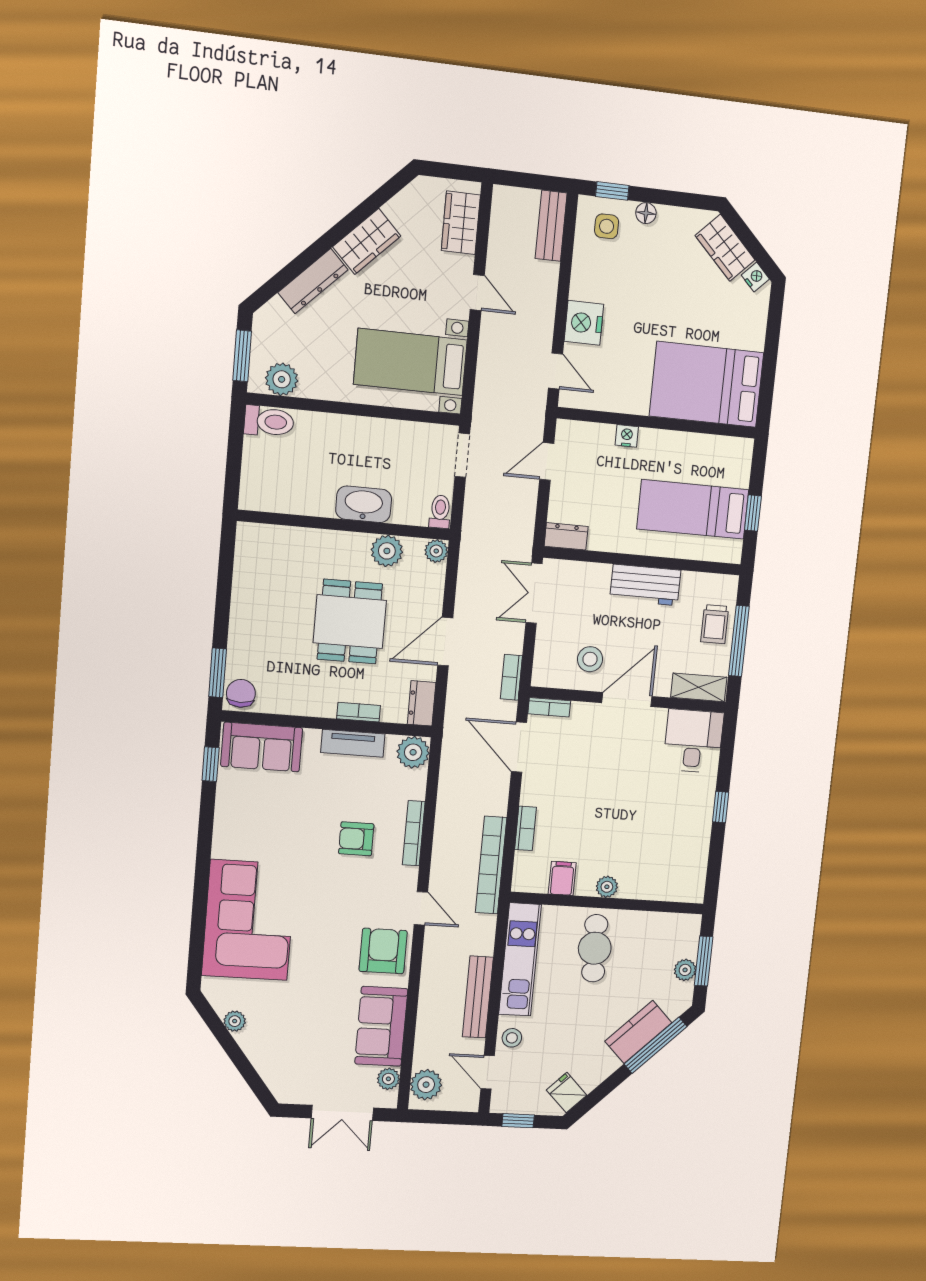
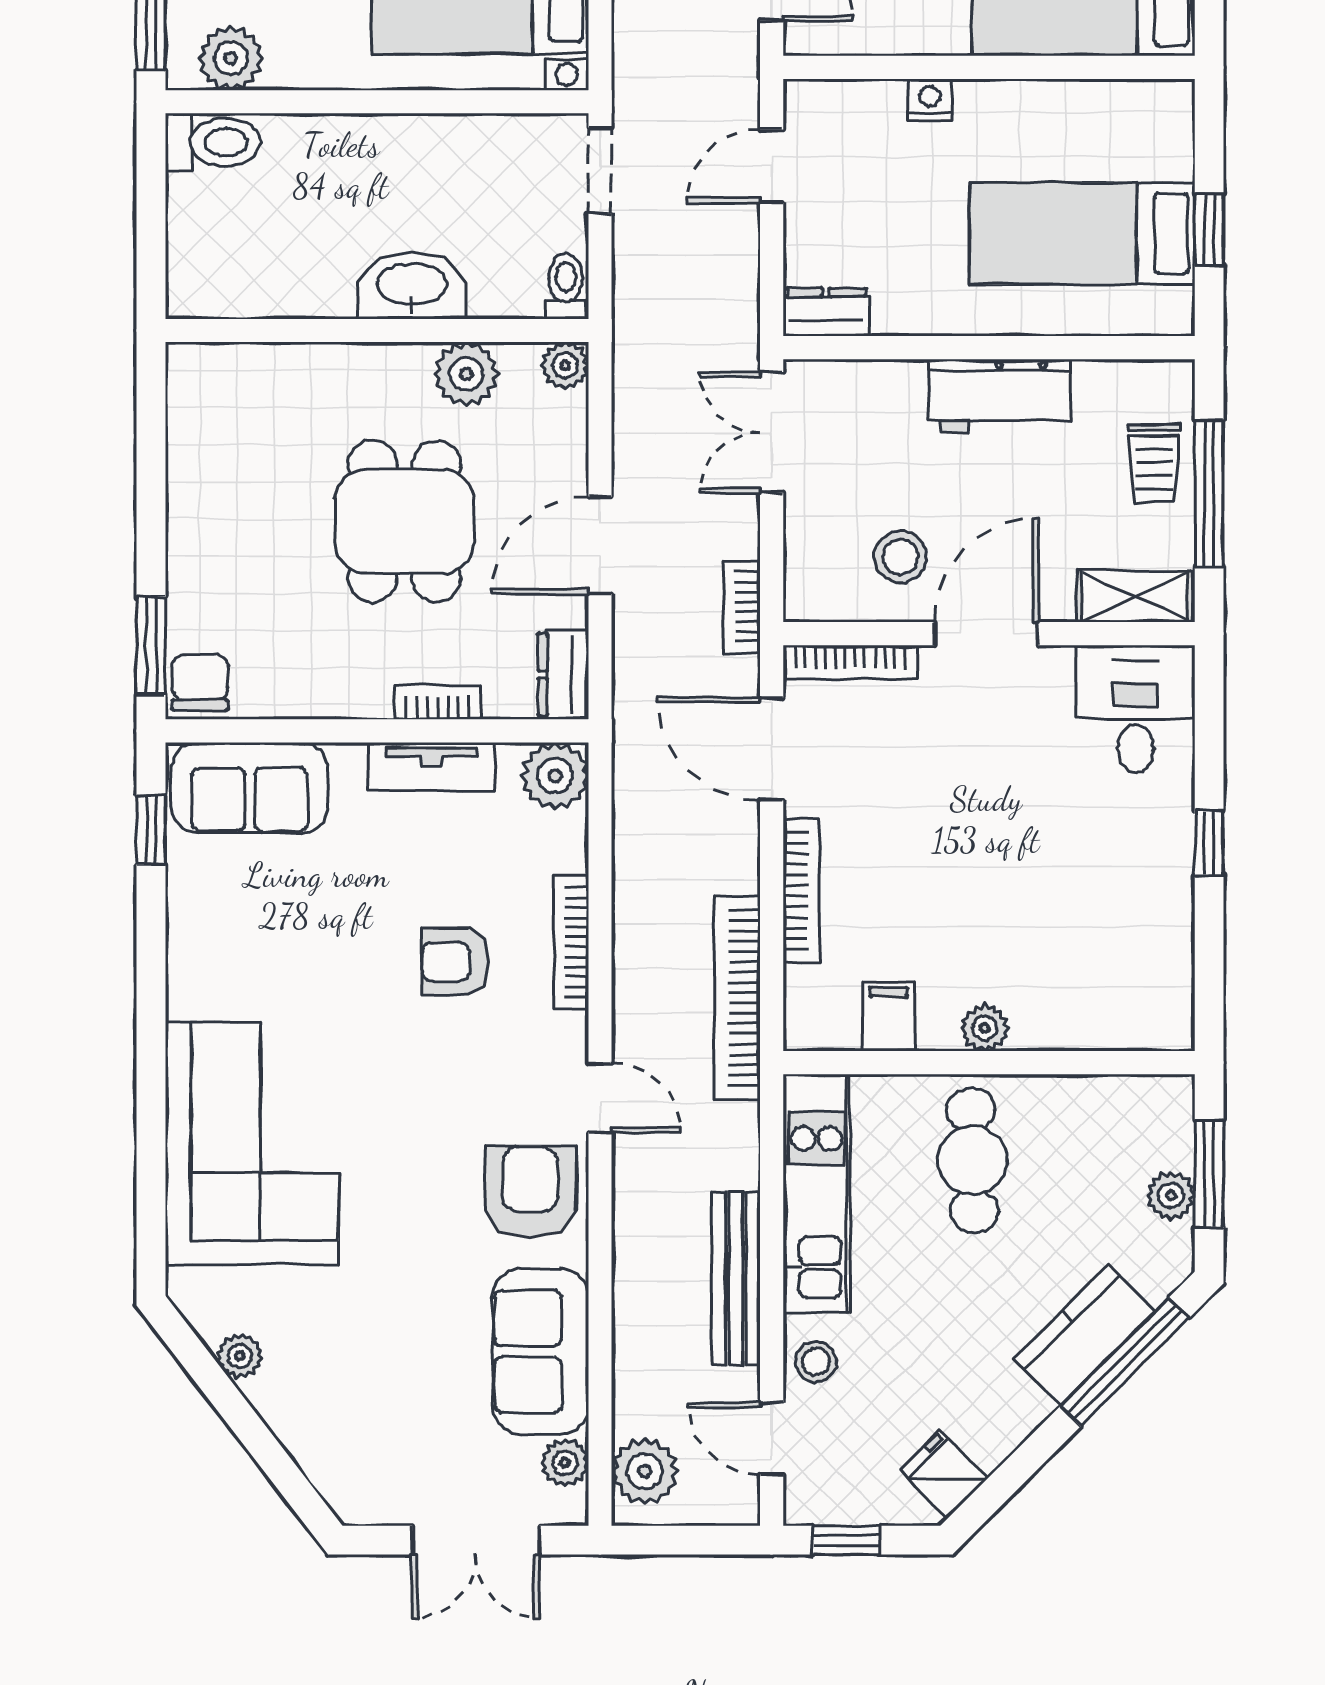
bookcase: (549, 707) -> (850, 662), width x1.56
bookcase: (526, 828) -> (801, 891), width x1.56

